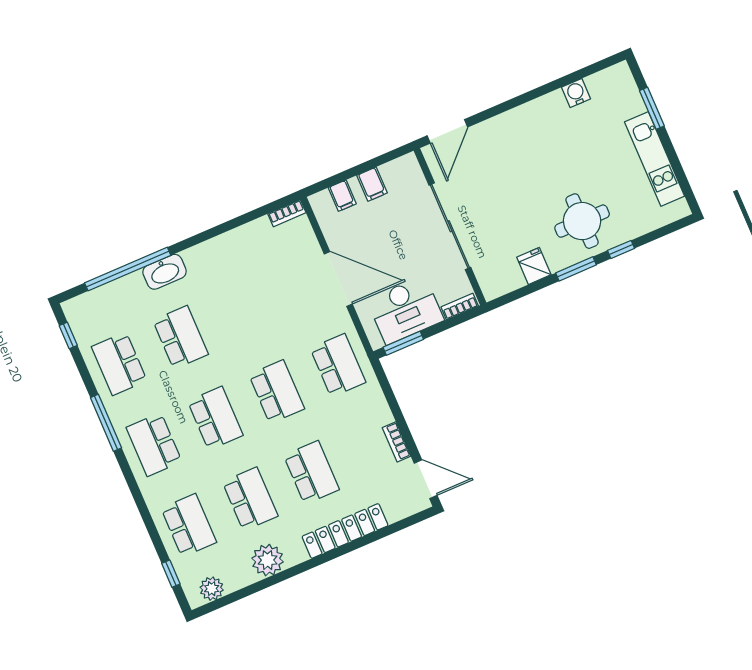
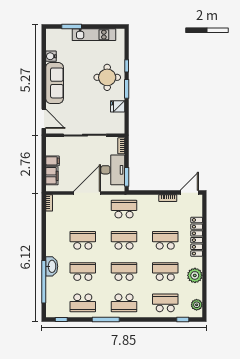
sofa: (527, 123) -> (55, 83), added
filing cabinet: (342, 196) -> (52, 176), width x2.00
school desk: (242, 311) -> (83, 240), added

